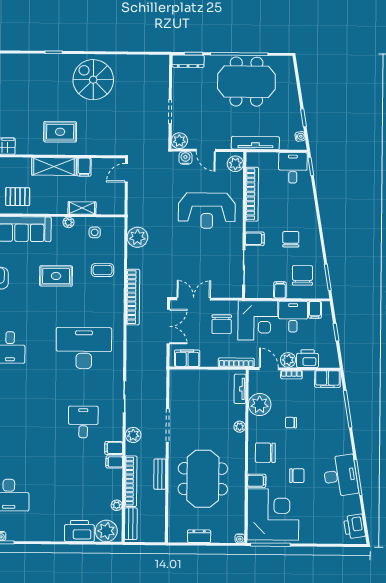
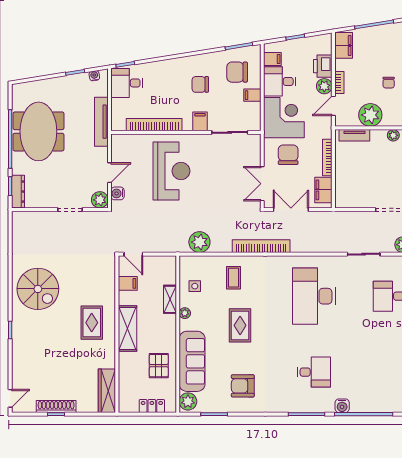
spiral stairs: (93, 80) -> (38, 289), turned -90
plant: (235, 164) -> (123, 142), removed
filing cabinet: (84, 167) -> (128, 283), moved
chair: (222, 324) -> (288, 155), turned -90
bookcase: (236, 362) -> (327, 158), moved

